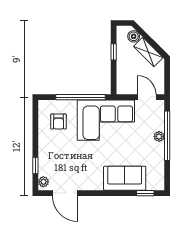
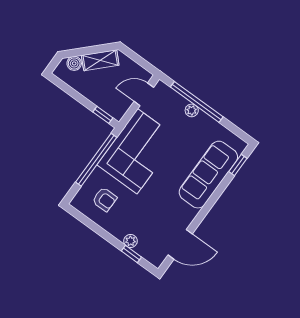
window: (114, 52) -> (103, 115), moved
sofa: (125, 178) -> (208, 175), width x1.36
plant: (43, 182) -> (131, 241), moved

